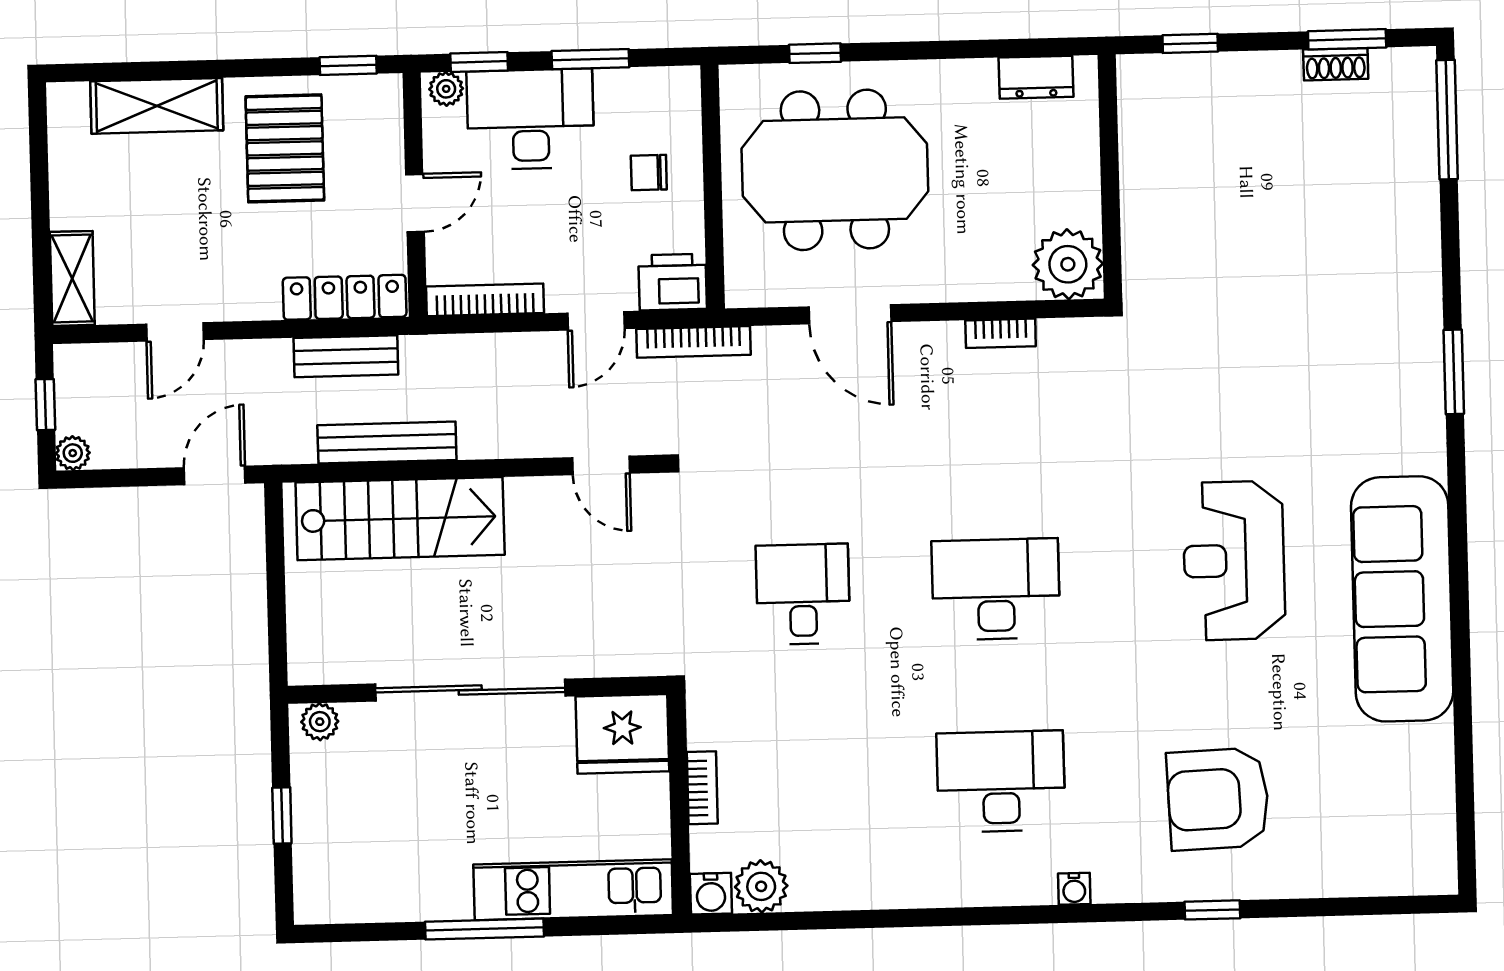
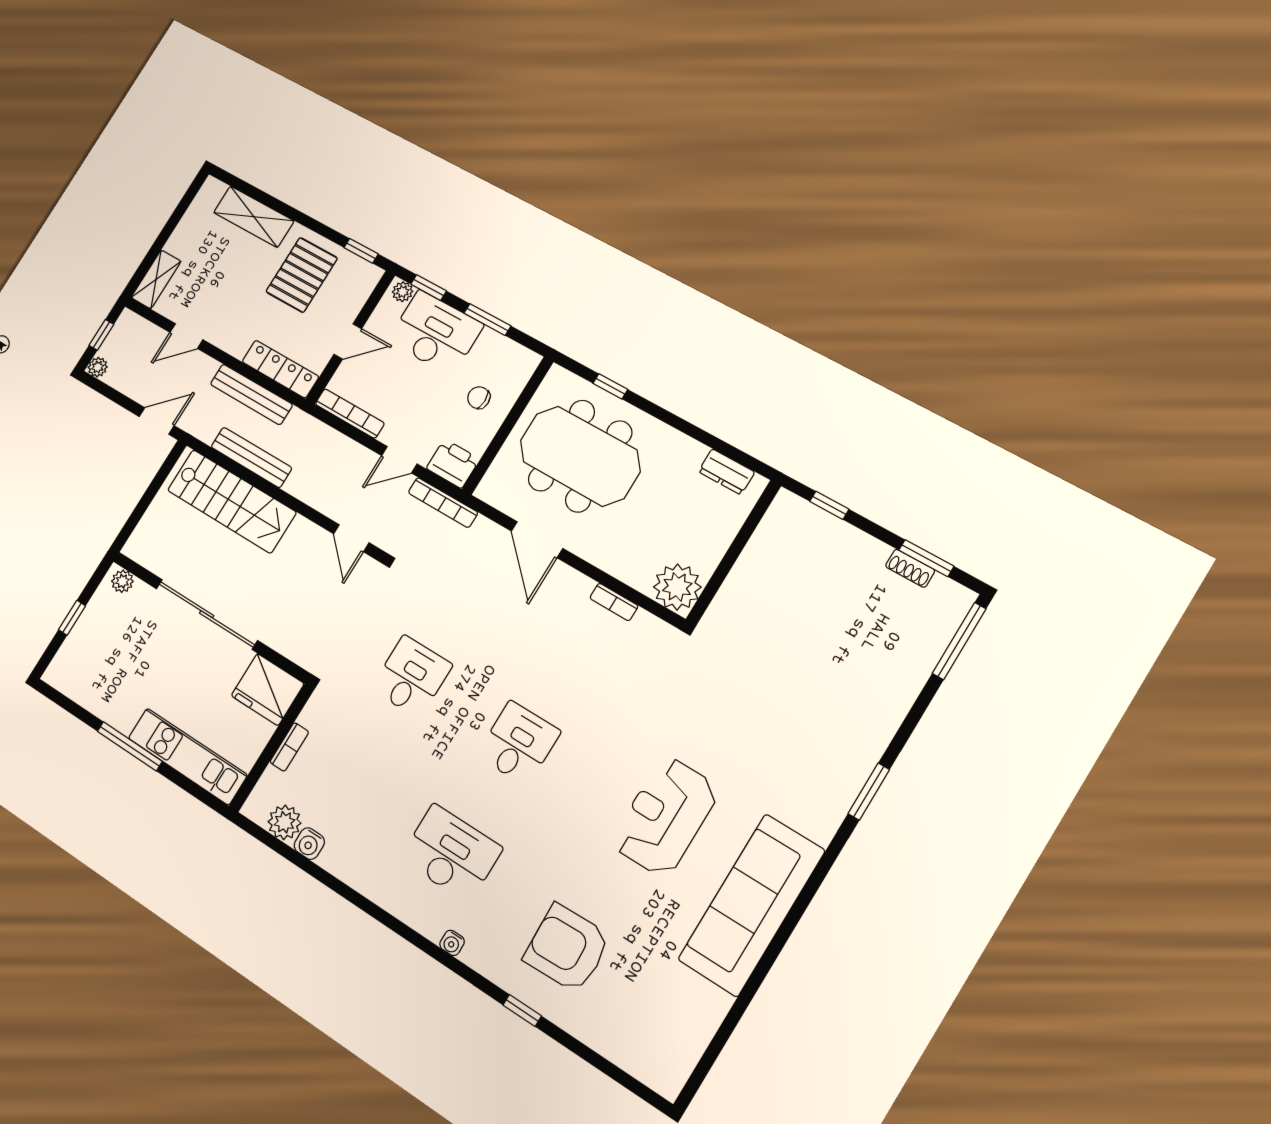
bench: (346, 356) -> (251, 394), width x1.36
desk: (996, 589) -> (518, 743), width x0.73
water cooler: (711, 894) -> (309, 844), moved

